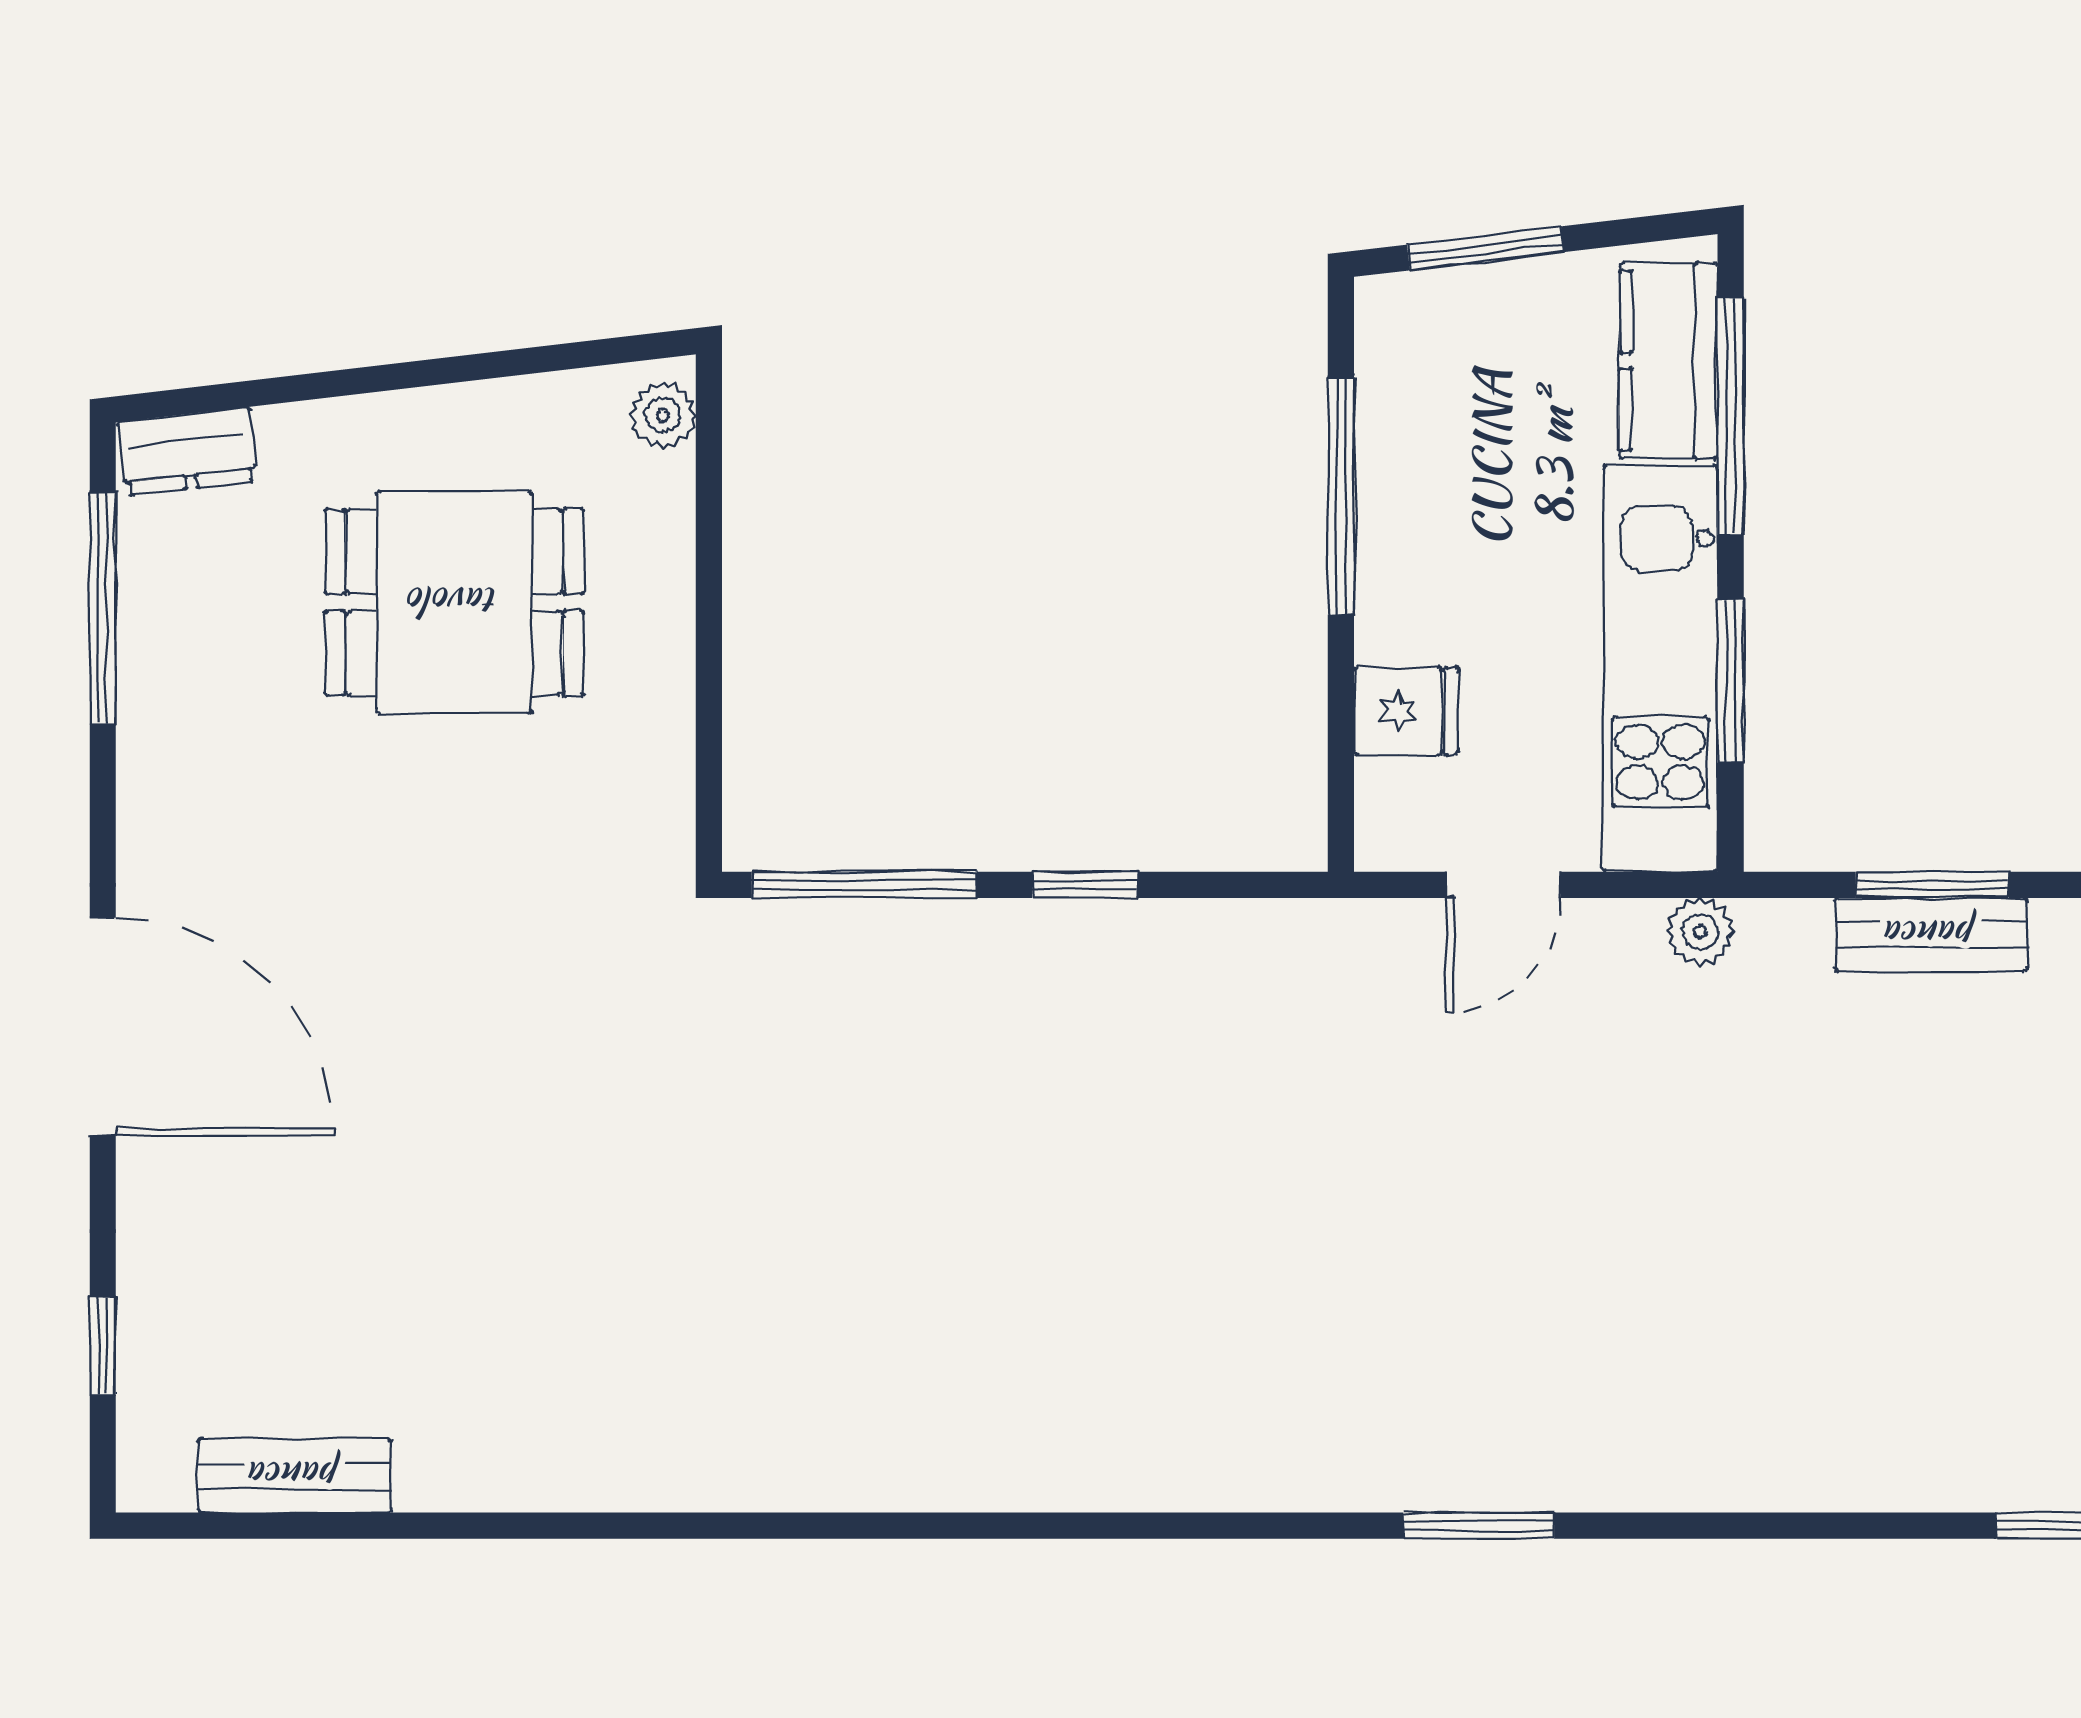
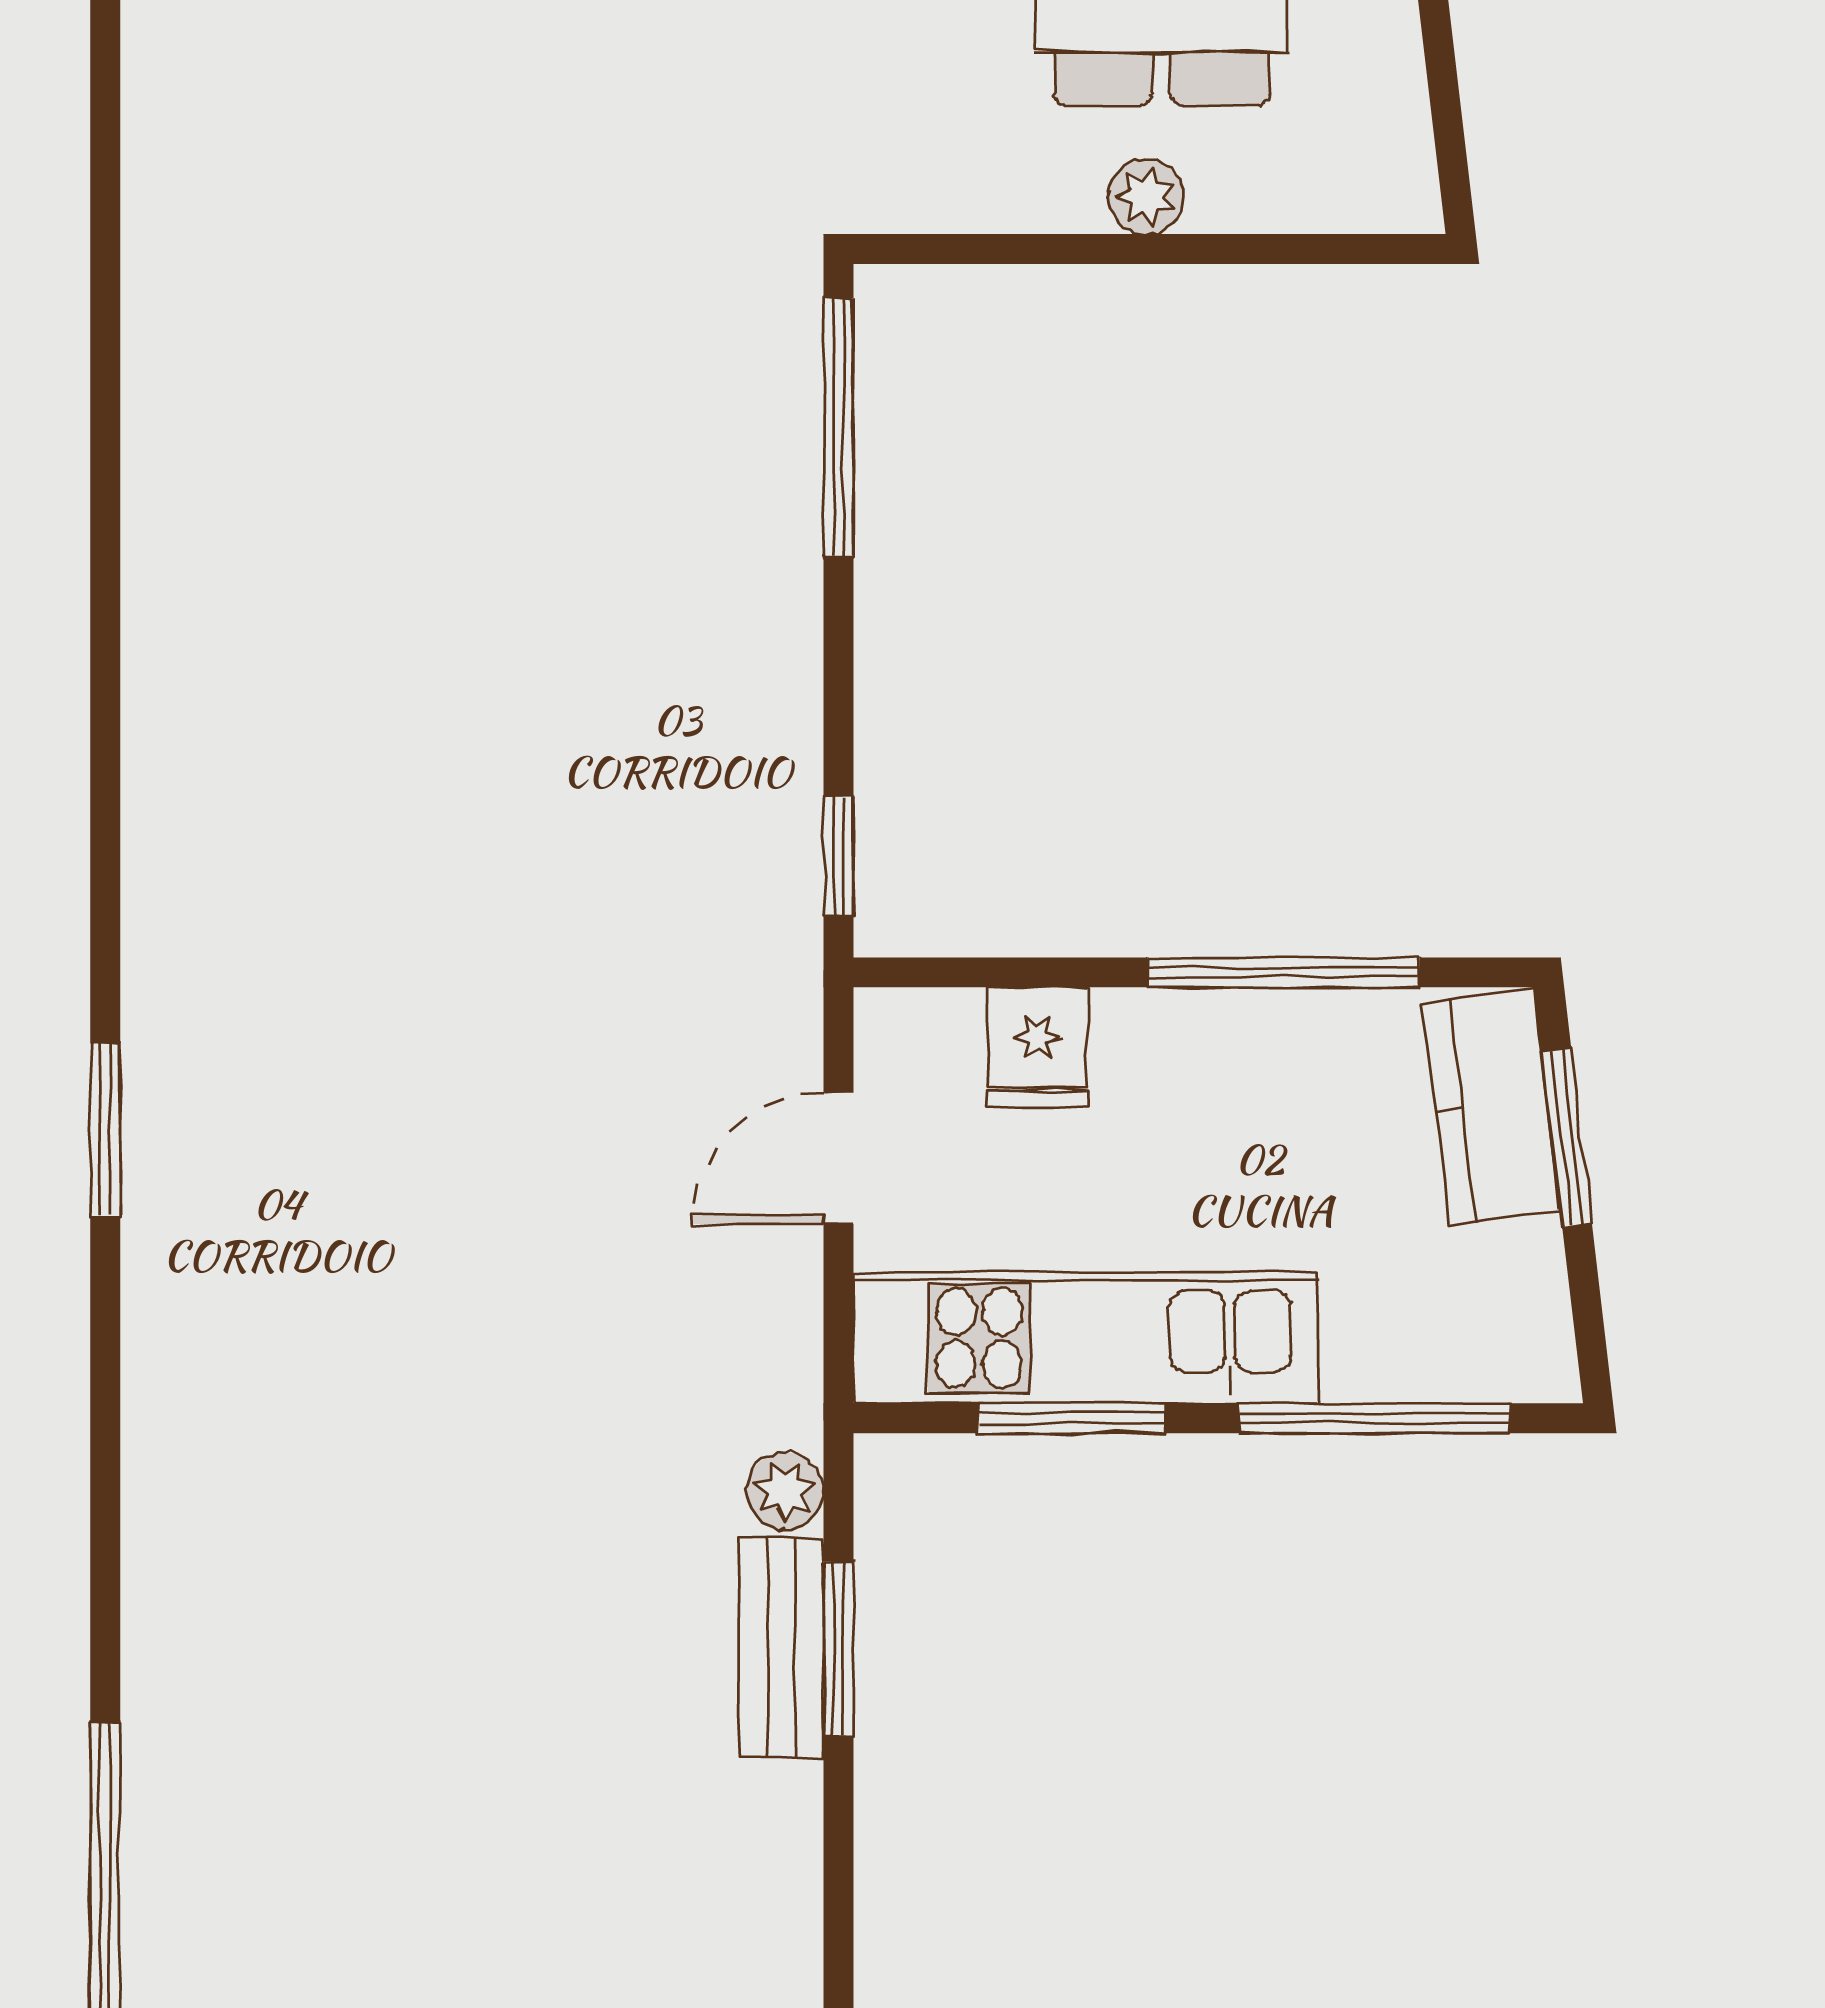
kitchen counter: (1669, 360) -> (1492, 1107), moved, turned -97
plant: (663, 415) -> (1146, 196), moved
window: (1085, 885) -> (838, 857), moved
door: (1503, 885) -> (838, 1158), hinge flipped
plant: (1700, 932) -> (785, 1491), moved

